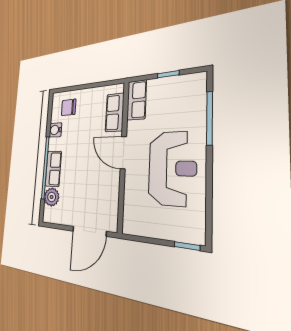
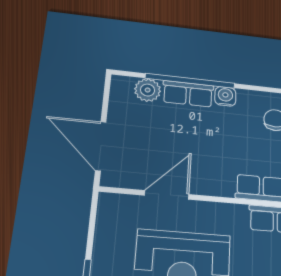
water cooler: (55, 130) -> (225, 96), moved
door: (123, 153) -> (167, 195), moved

